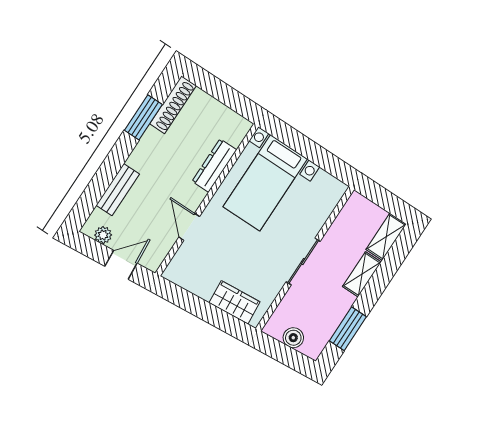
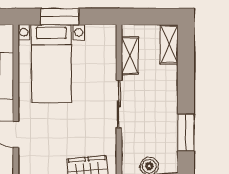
window: (302, 145) -> (60, 17), added
shelving: (362, 274) -> (130, 56), moved

